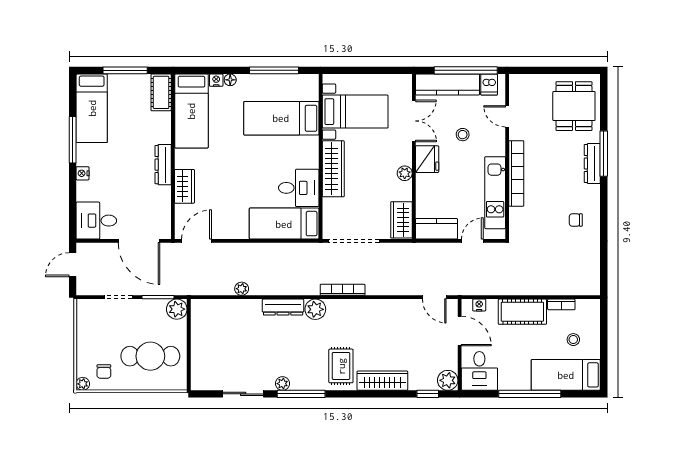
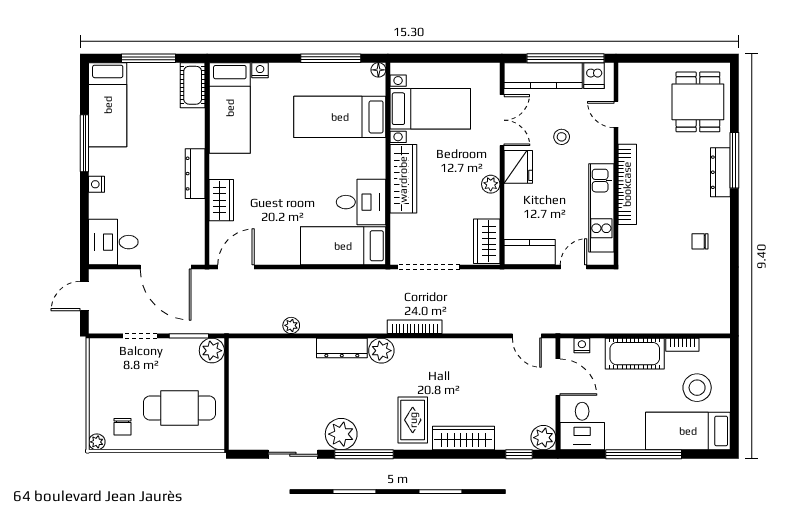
floor lamp: (230, 80) -> (378, 70), moved
stool: (573, 340) -> (697, 388), width x1.89, depth x1.89
plant: (282, 384) -> (341, 434), width x1.88, depth x1.88

